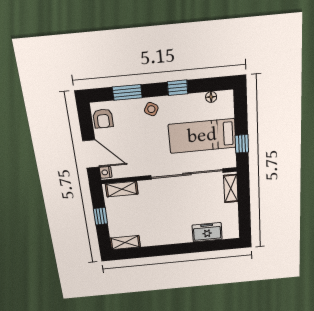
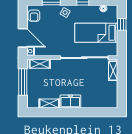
window: (242, 144) -> (122, 24), moved
window: (100, 216) -> (23, 82), width x2.17
freezer: (207, 232) -> (70, 101), moved
shelving: (125, 243) -> (49, 104), moved

